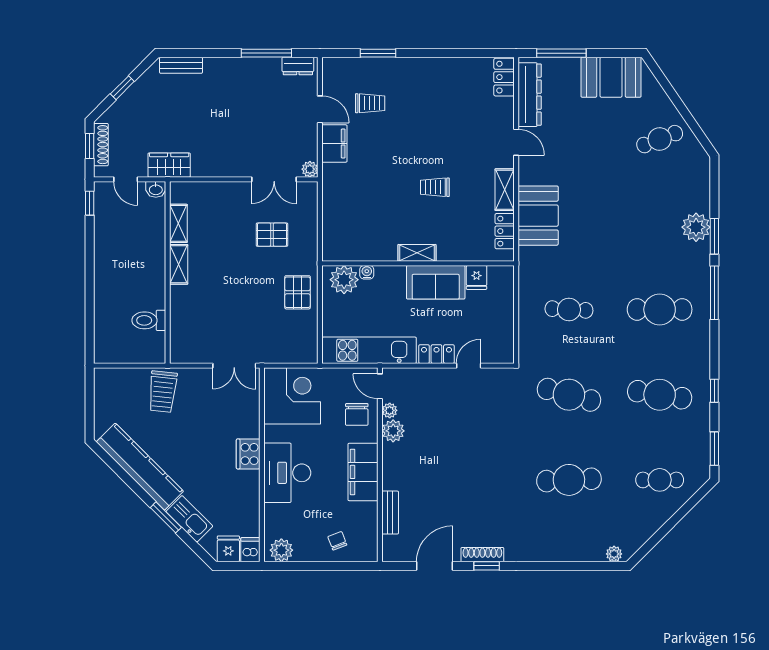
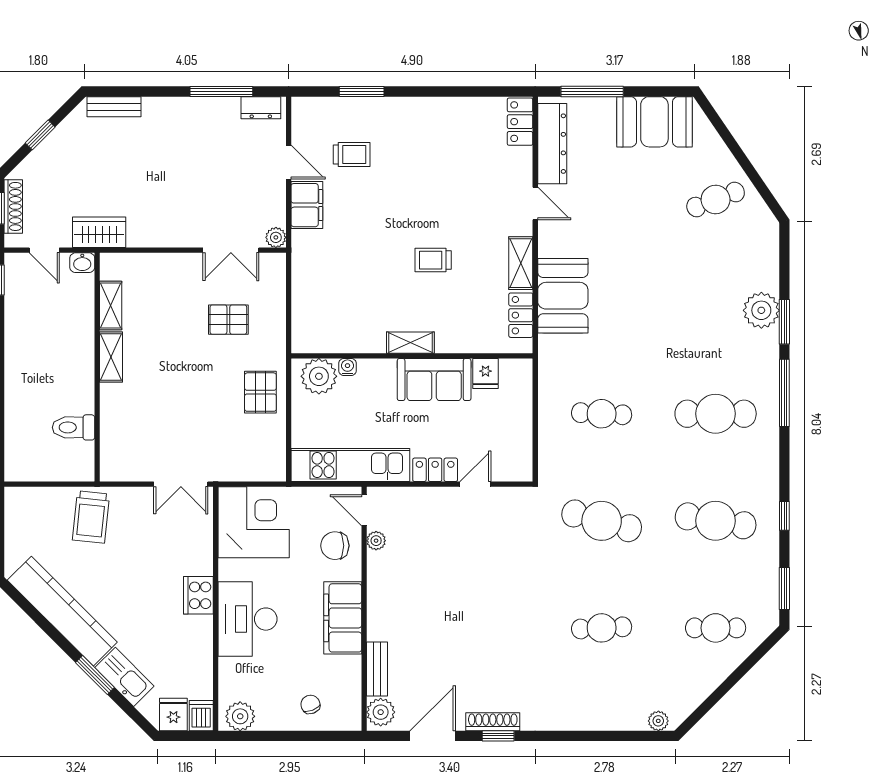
chair: (357, 414) -> (335, 546), turned 90
plant: (393, 431) -> (381, 712), moved
cafe table: (569, 480) -> (602, 628), width x0.73, depth x0.74

